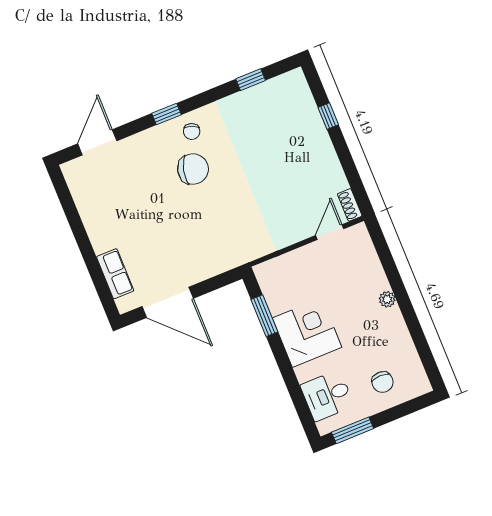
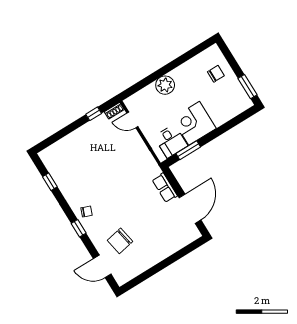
window: (328, 116) -> (94, 114), moved
chair: (193, 169) -> (120, 241), moved, turned -115
row of seats: (115, 274) -> (165, 188), moved, turned -90
plant: (387, 299) -> (165, 85), width x1.87, depth x1.87
desk: (327, 396) -> (171, 141), moved

